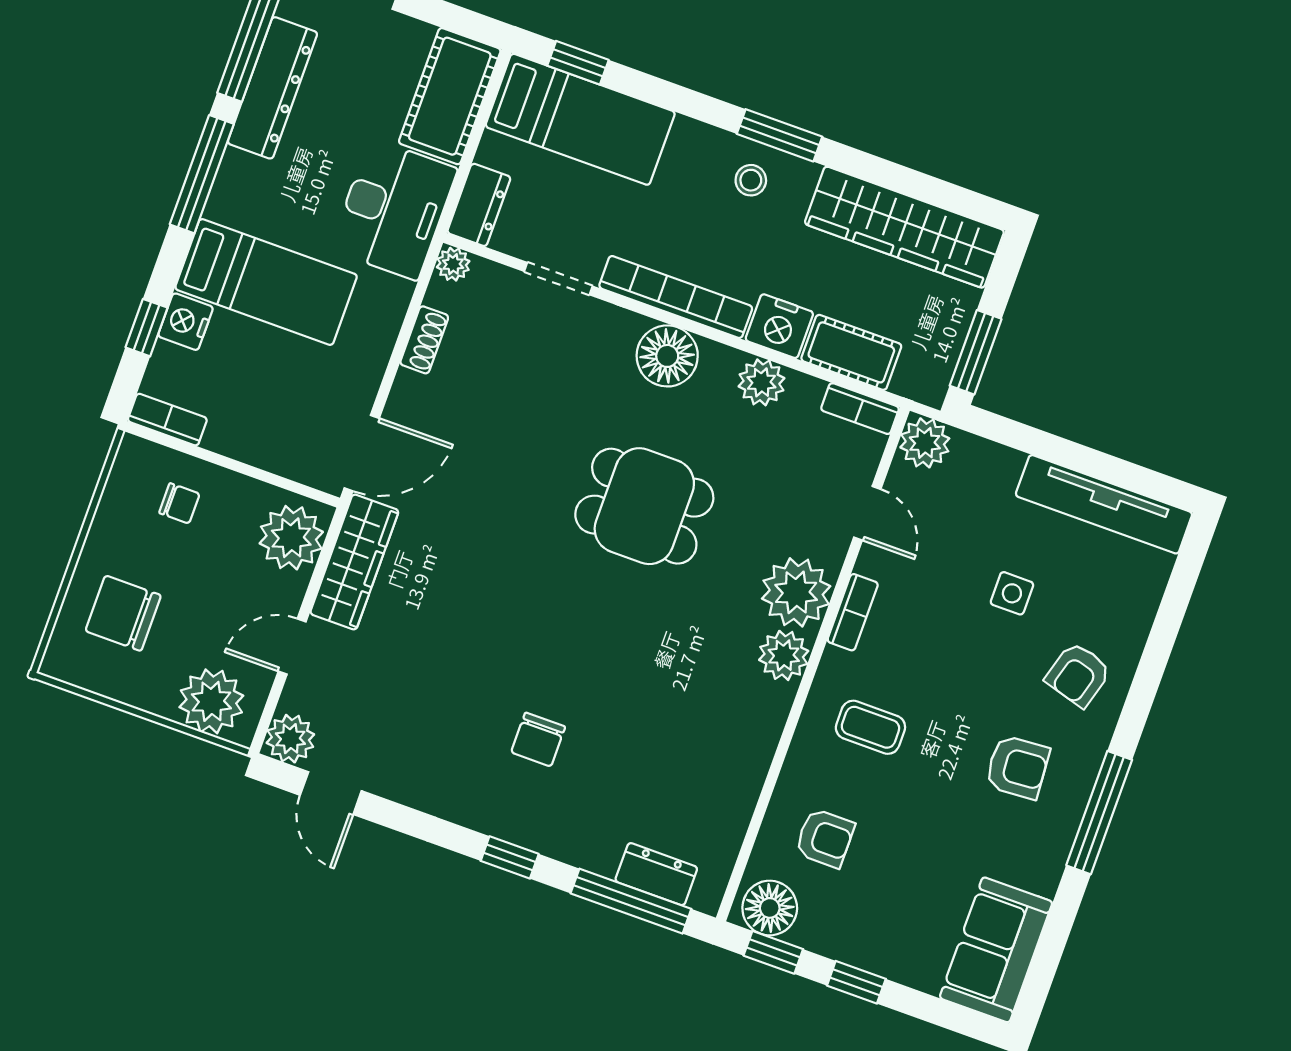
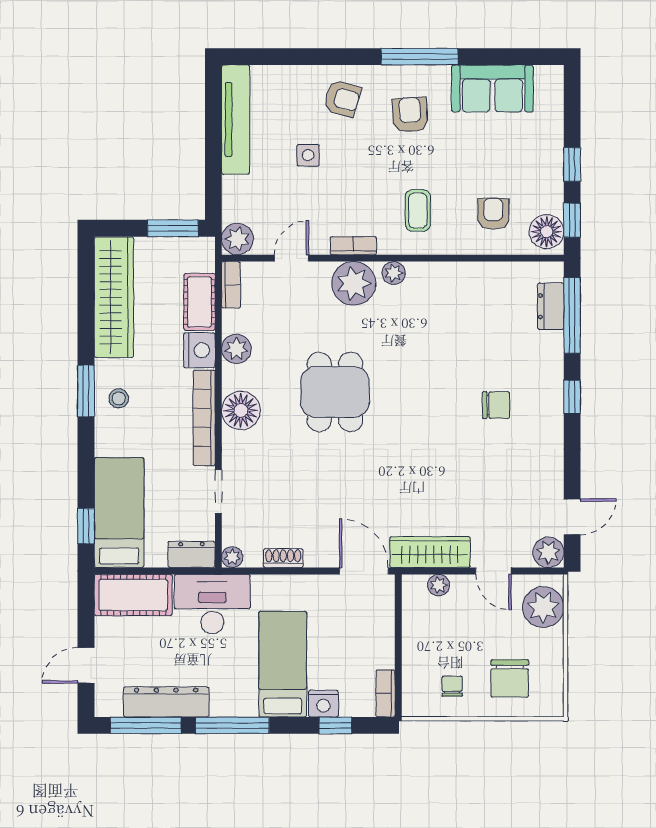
chair: (179, 503) -> (452, 686), moved
plant: (291, 538) -> (439, 585), width x0.53, depth x0.53
plant: (784, 655) -> (394, 273), width x0.73, depth x0.73
sofa: (996, 950) -> (492, 88), moved

